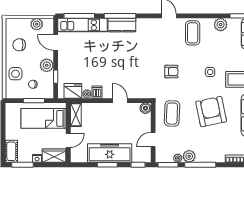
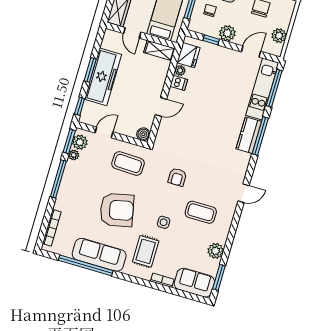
coffee table: (193, 33) -> (201, 212), moved
door: (153, 140) -> (104, 132), hinge flipped
plant: (189, 156) -> (80, 142), moved

